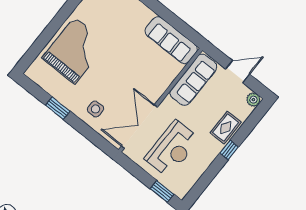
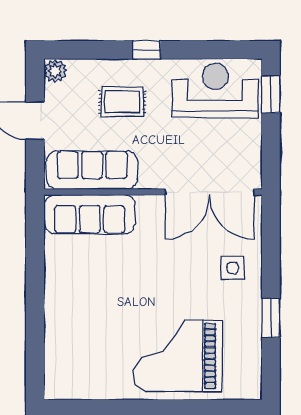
sofa: (171, 40) -> (90, 214), moved, turned 90
rug: (226, 128) -> (122, 102), moved
reception desk: (172, 149) -> (215, 90), moved

